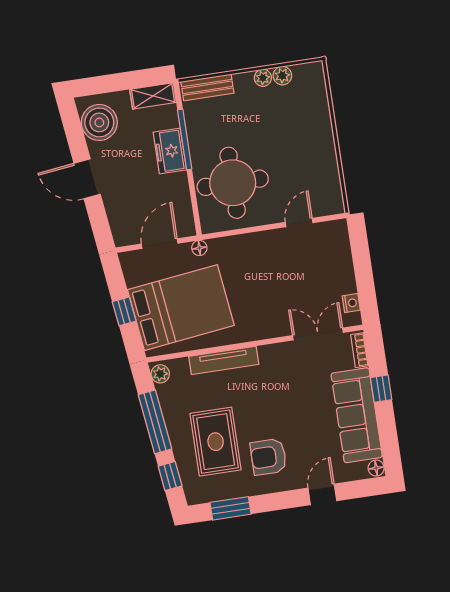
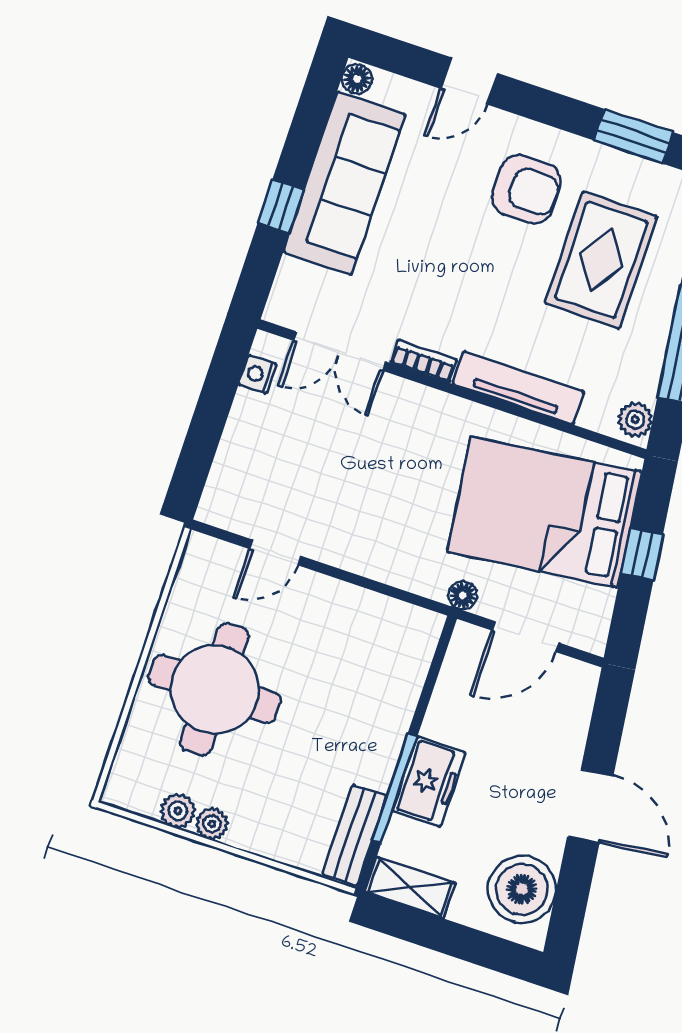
bench: (207, 87) -> (354, 835), moved, turned 90
round table: (233, 183) -> (215, 689), moved
bookcase: (360, 350) -> (424, 361), moved, turned -90

